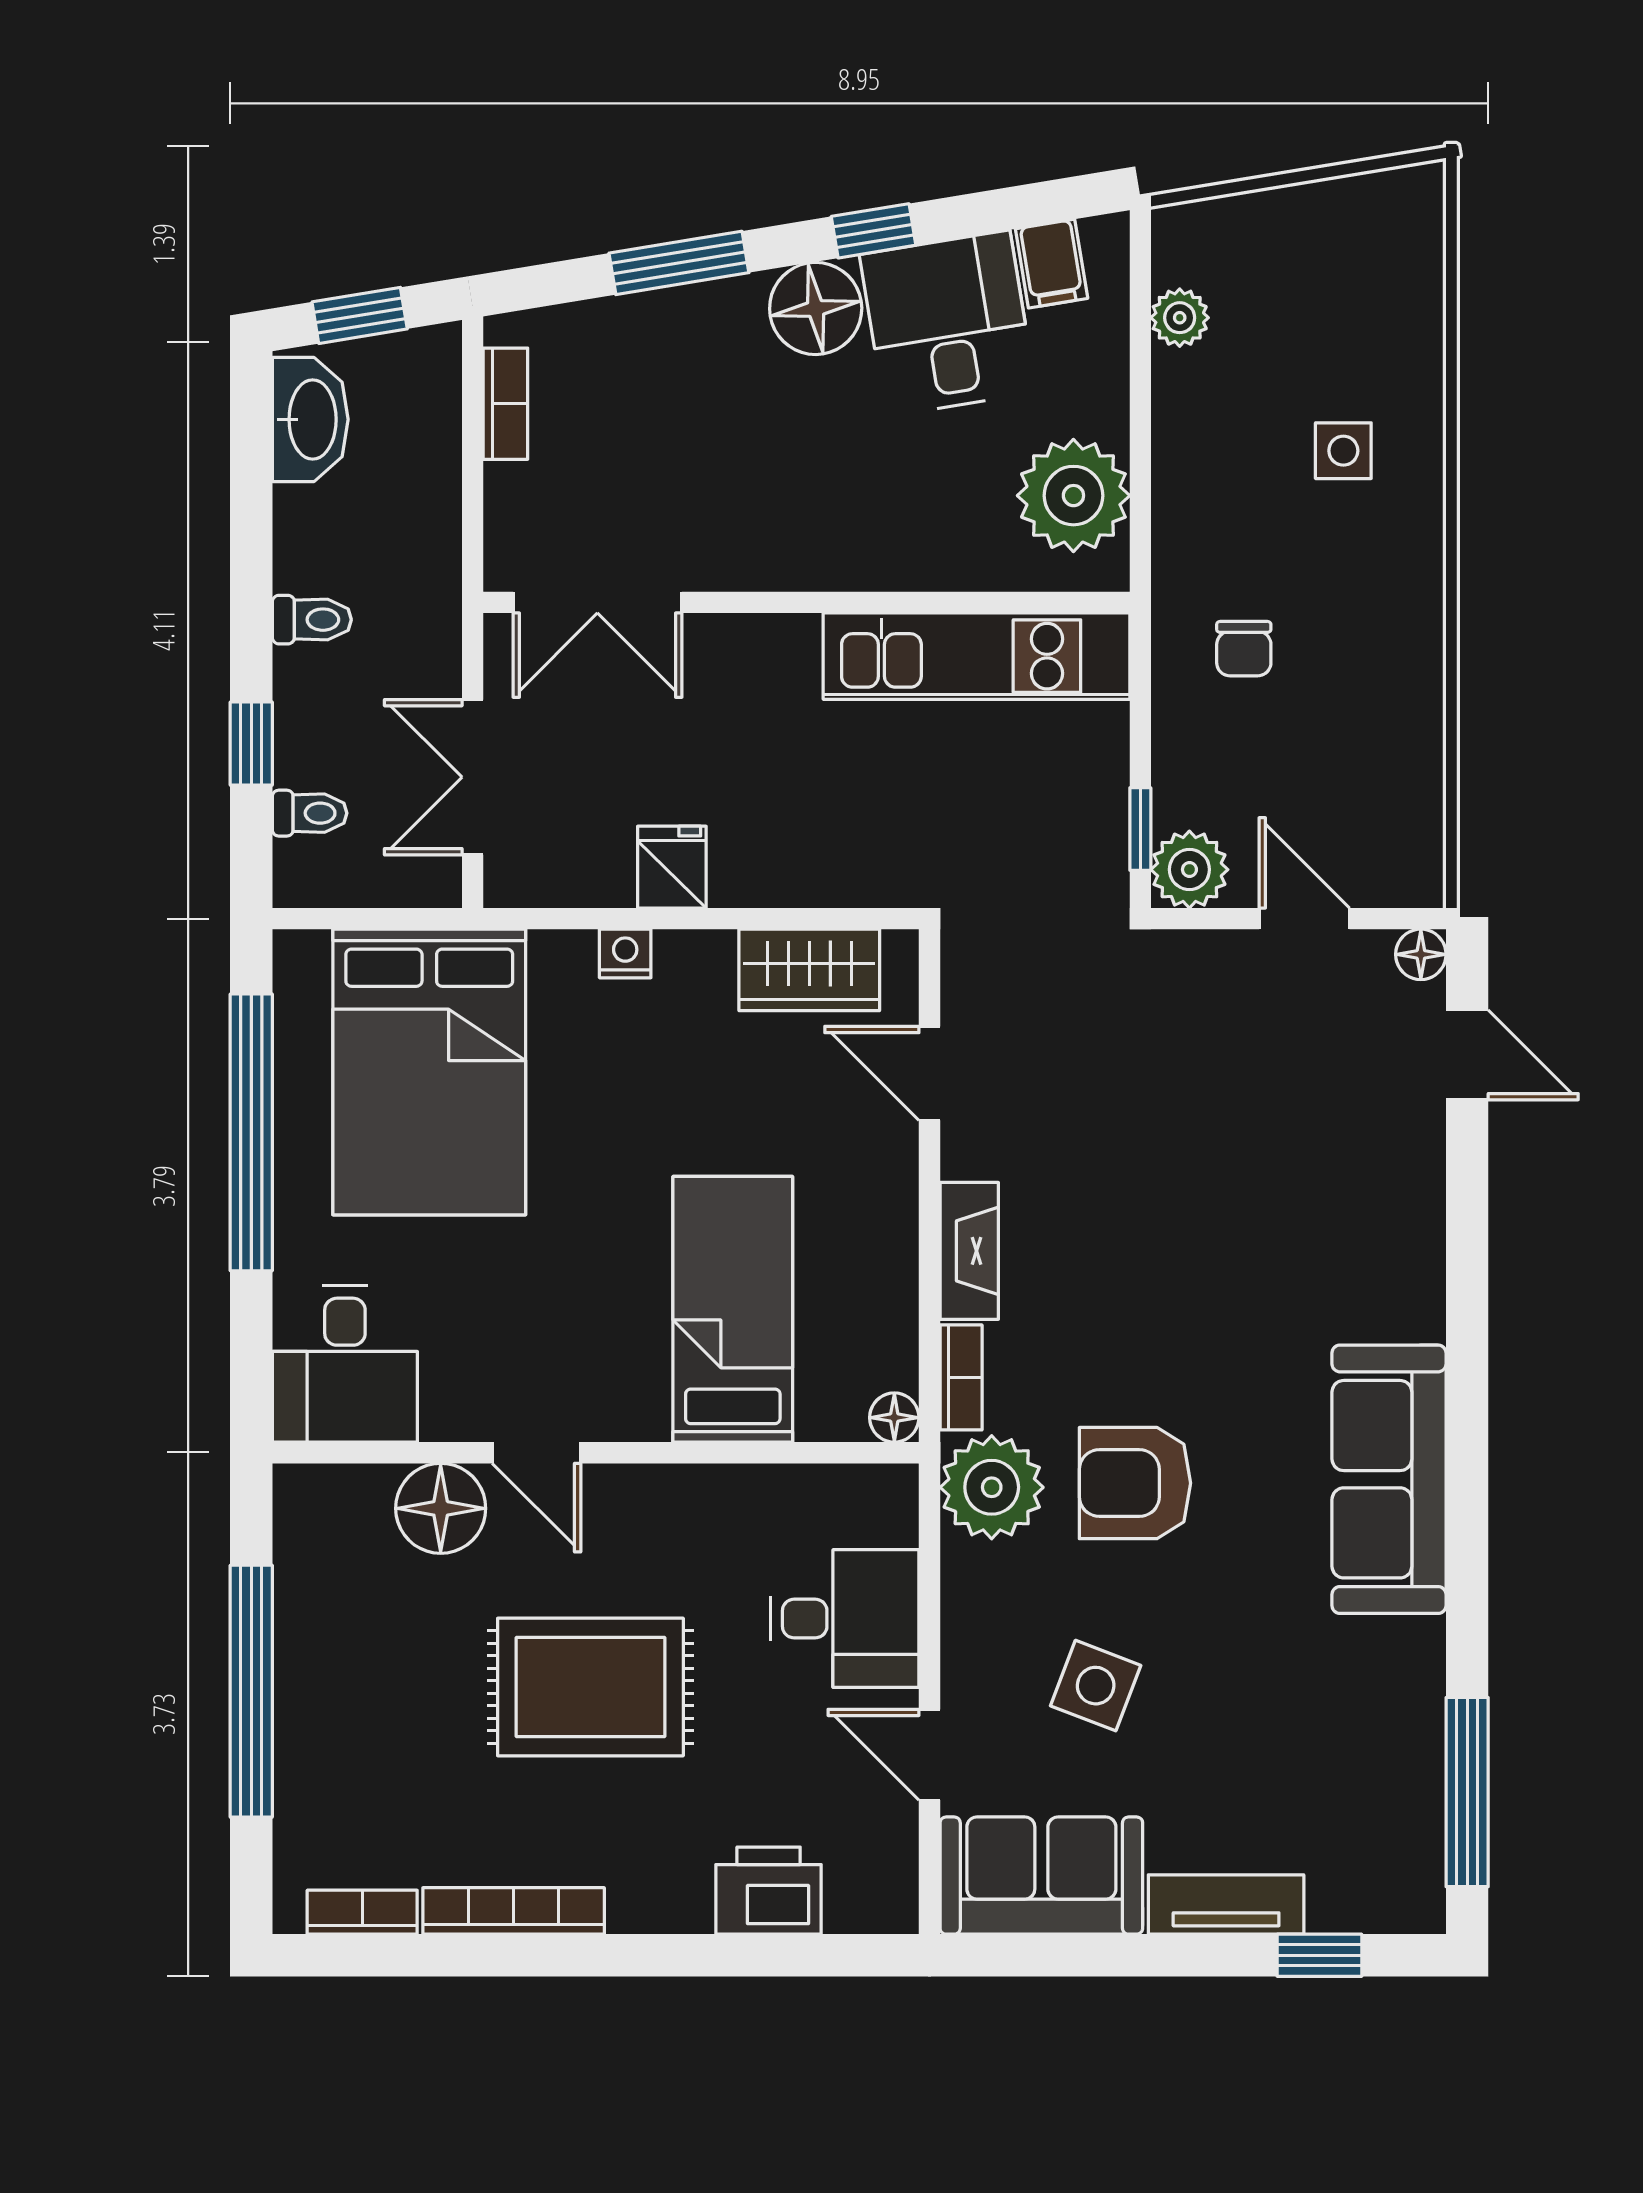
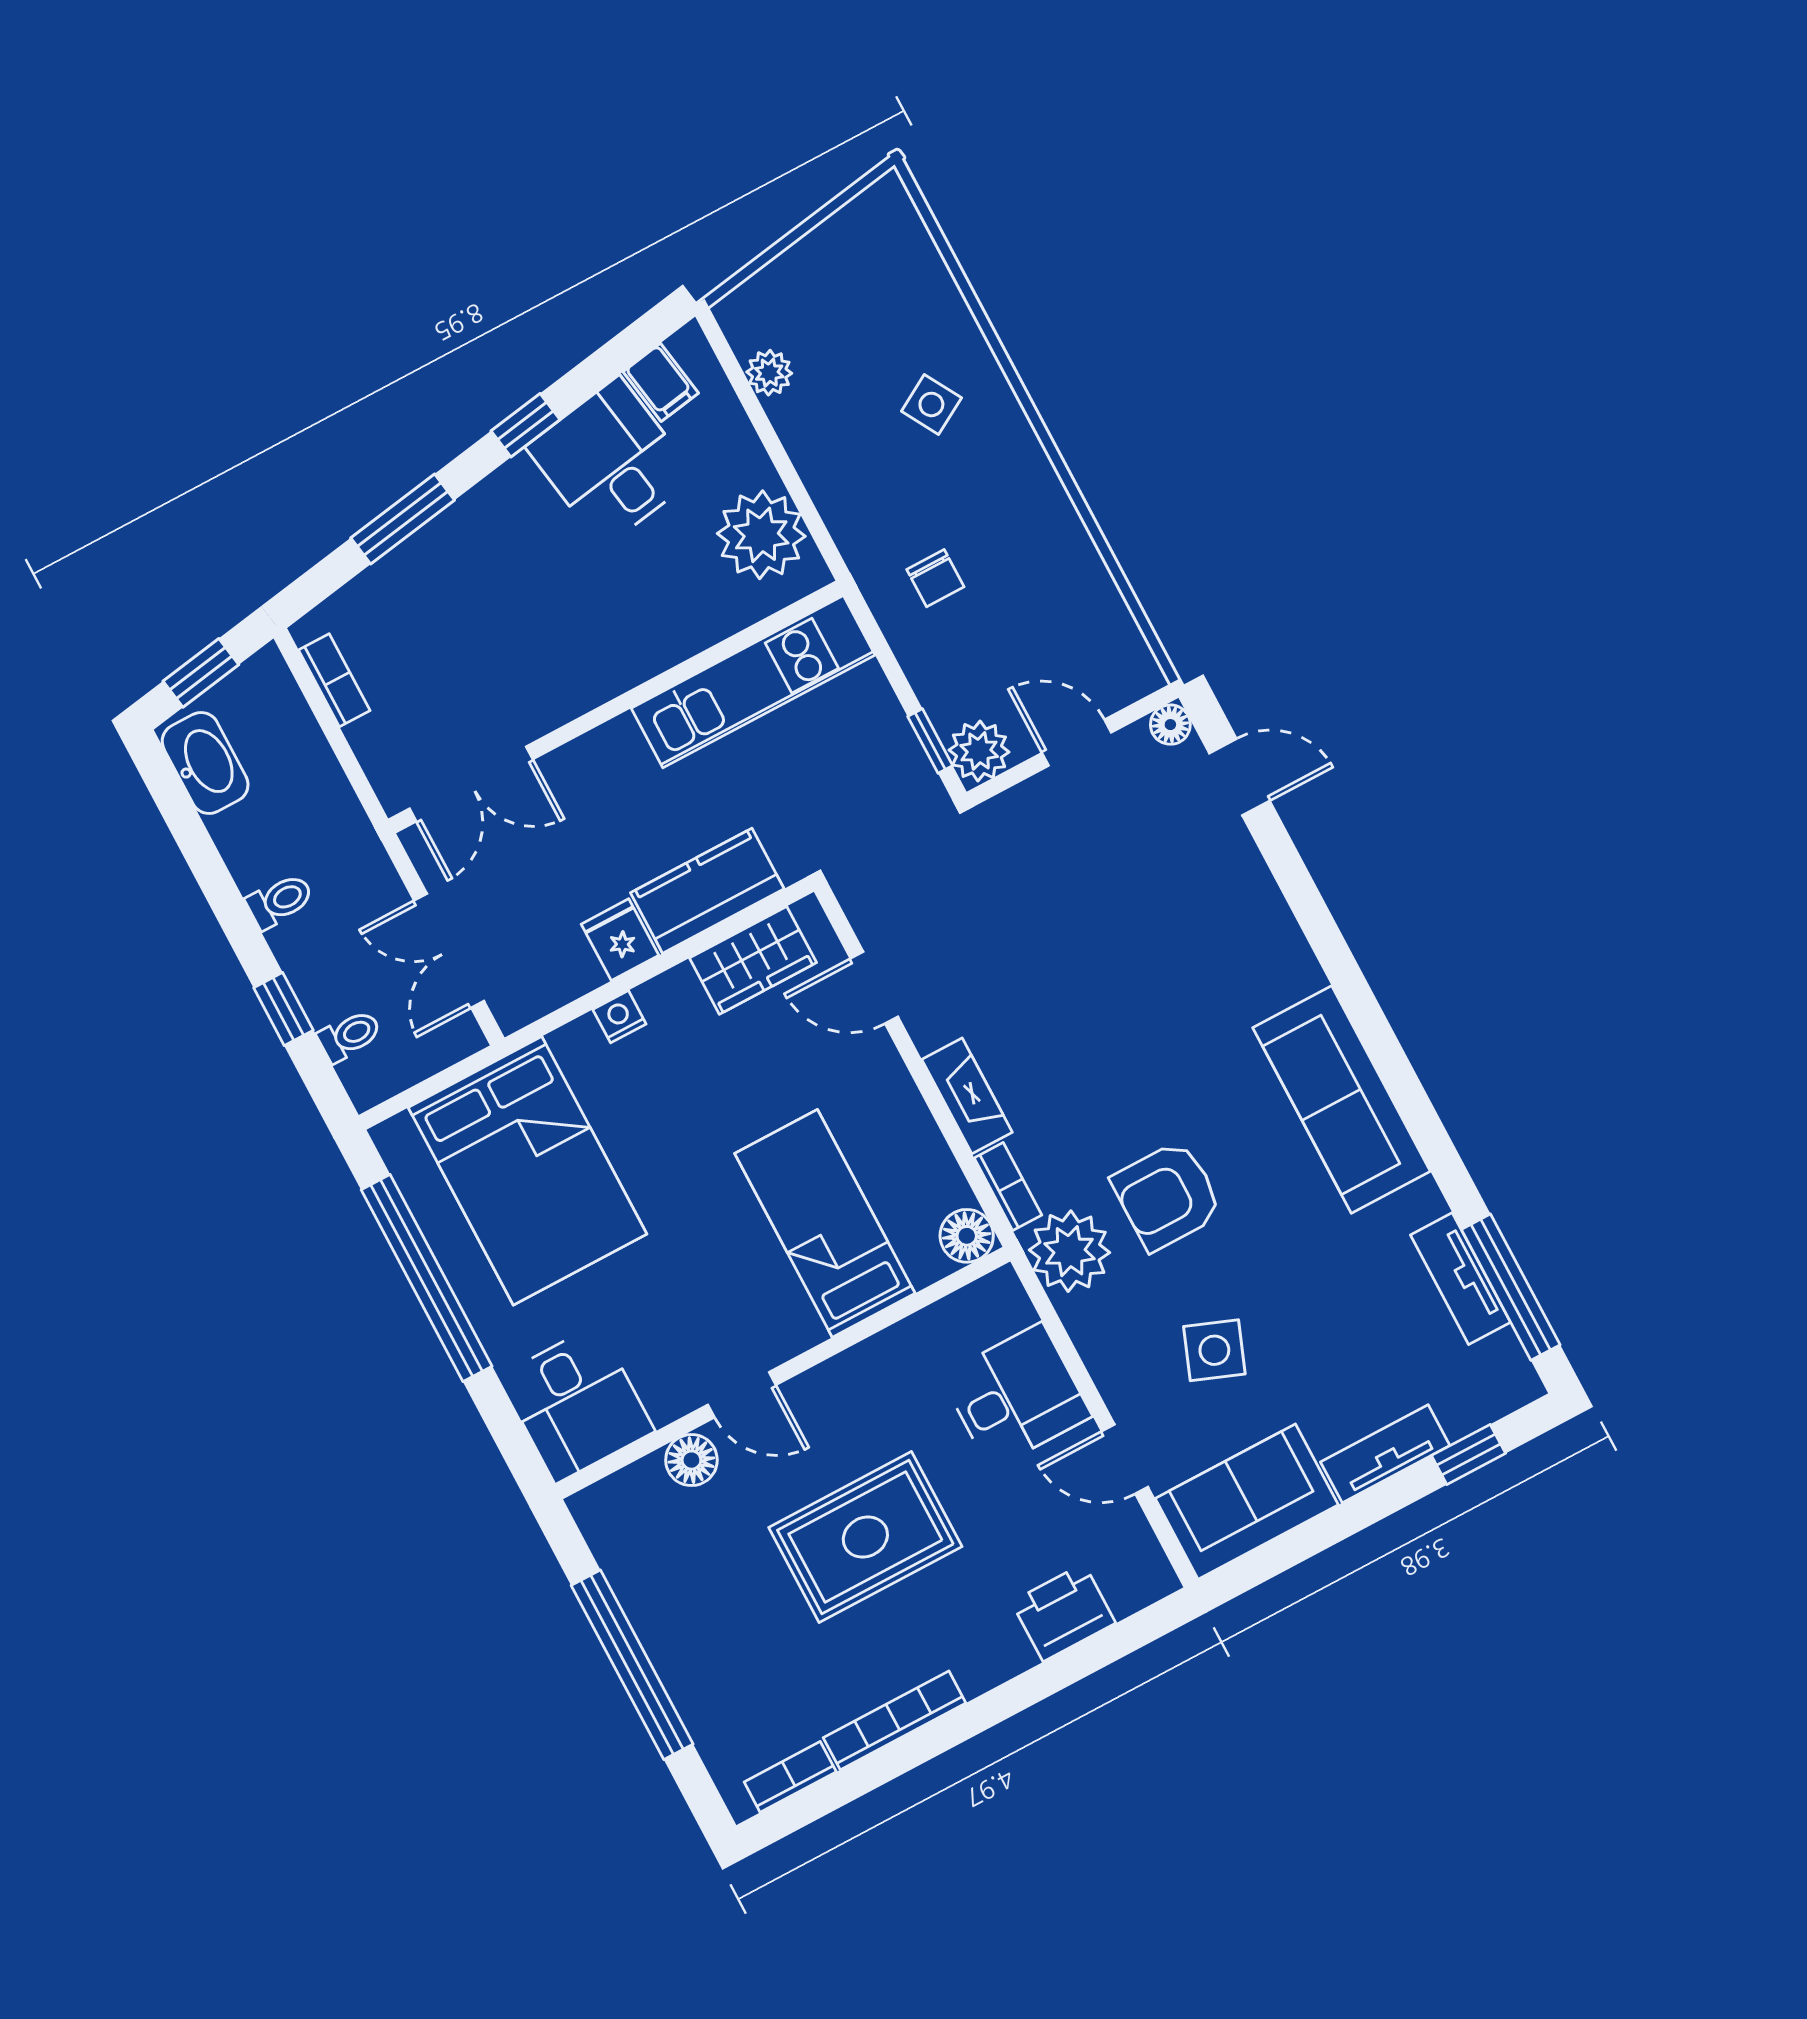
floor lamp: (816, 308) -> (514, 500), removed
side table: (1343, 451) -> (931, 404), turned -30
kitchen counter: (800, 864) -> (707, 891), added
floor lamp: (894, 1418) -> (967, 1236), width x1.37, depth x1.37
floor lamp: (441, 1508) -> (691, 1460), width x0.73, depth x0.73
tv unit: (1416, 1752) -> (1460, 1279), added

